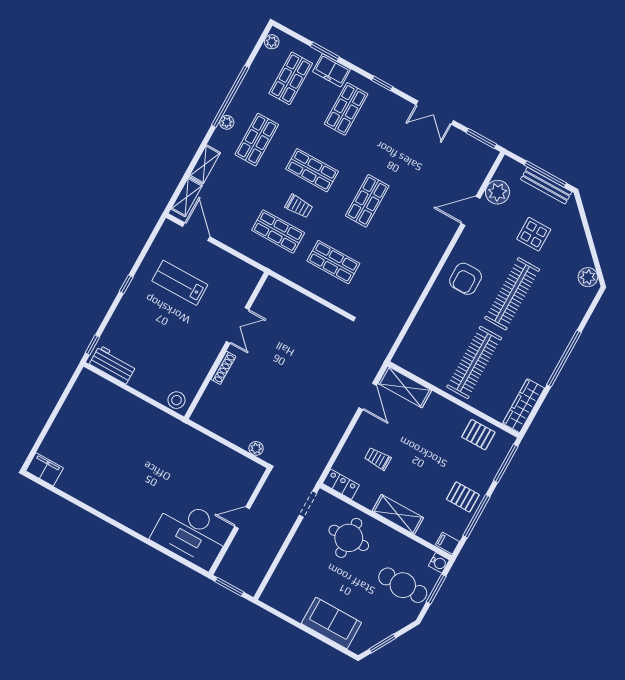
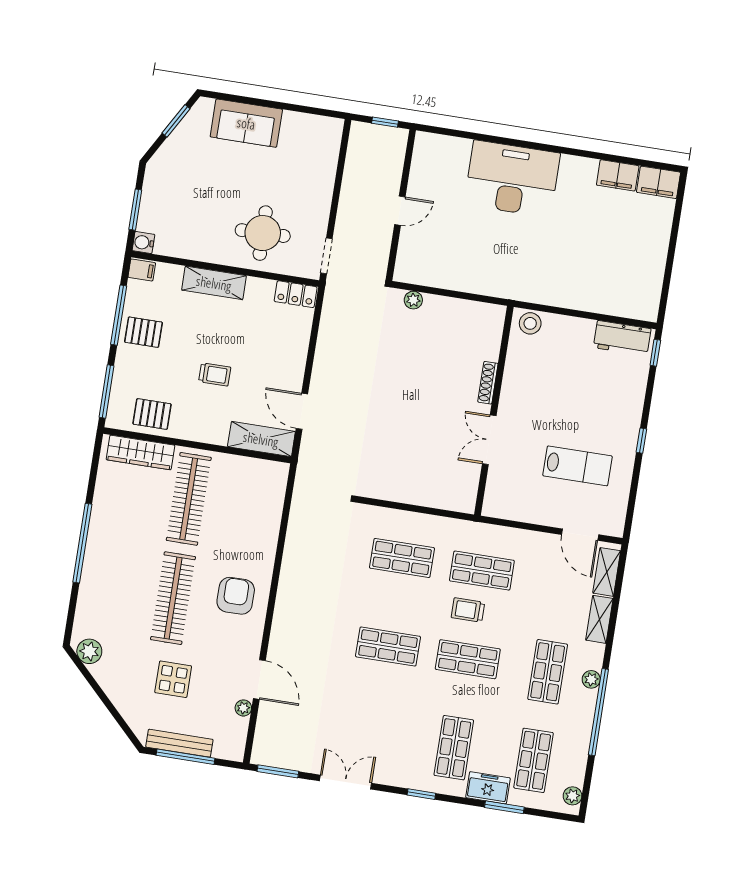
plant: (497, 192) -> (243, 708), width x0.53, depth x0.53
shop shelf: (367, 201) -> (388, 647), turned 90
door: (471, 211) -> (259, 680), hinge flipped
wardrobe: (524, 406) -> (140, 452), moved, turned 90
trolley: (378, 459) -> (215, 374), moved
filing cabinet: (73, 485) -> (618, 175), added
desk: (191, 533) -> (512, 179), moved
cafe table: (403, 585) -> (177, 200), removed
window: (229, 587) -> (385, 122), width x0.67

